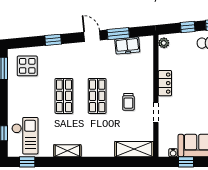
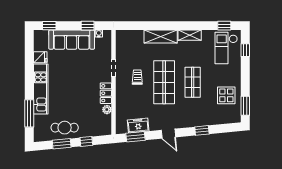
window: (118, 34) -> (136, 137), moved
plant: (164, 43) -> (107, 110), moved
display table: (27, 66) -> (226, 95), moved
shop shelf: (97, 96) -> (164, 82), width x1.43, depth x1.36
shelving: (134, 149) -> (161, 37), moved

